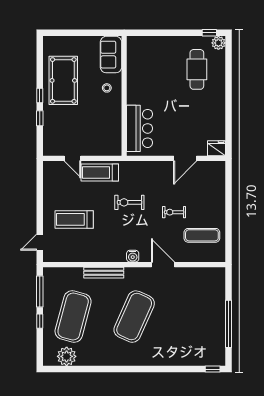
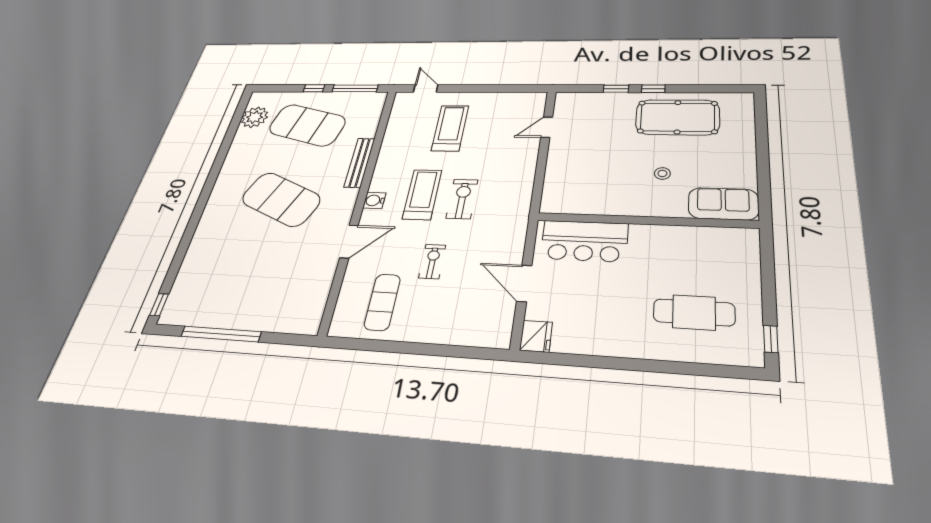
plant: (218, 43) -> (750, 354), removed
sofa: (111, 55) -> (723, 204), moved
wall: (124, 96) -> (646, 220), moved
bar counter: (140, 128) -> (584, 241), moved
treadmill: (100, 173) -> (422, 194), moved

